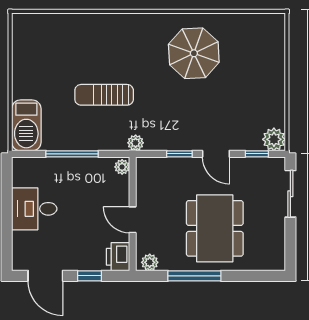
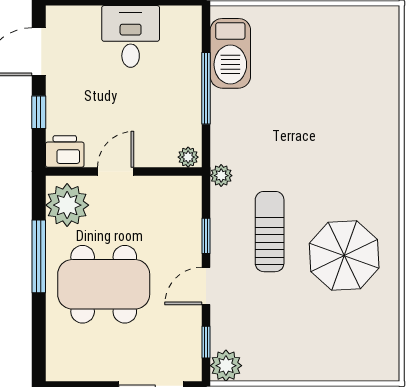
sun lounger: (104, 95) -> (270, 232), moved
barbecue: (26, 125) -> (230, 53), moved, turned -90
plant: (150, 262) -> (67, 205), width x1.88, depth x1.88

